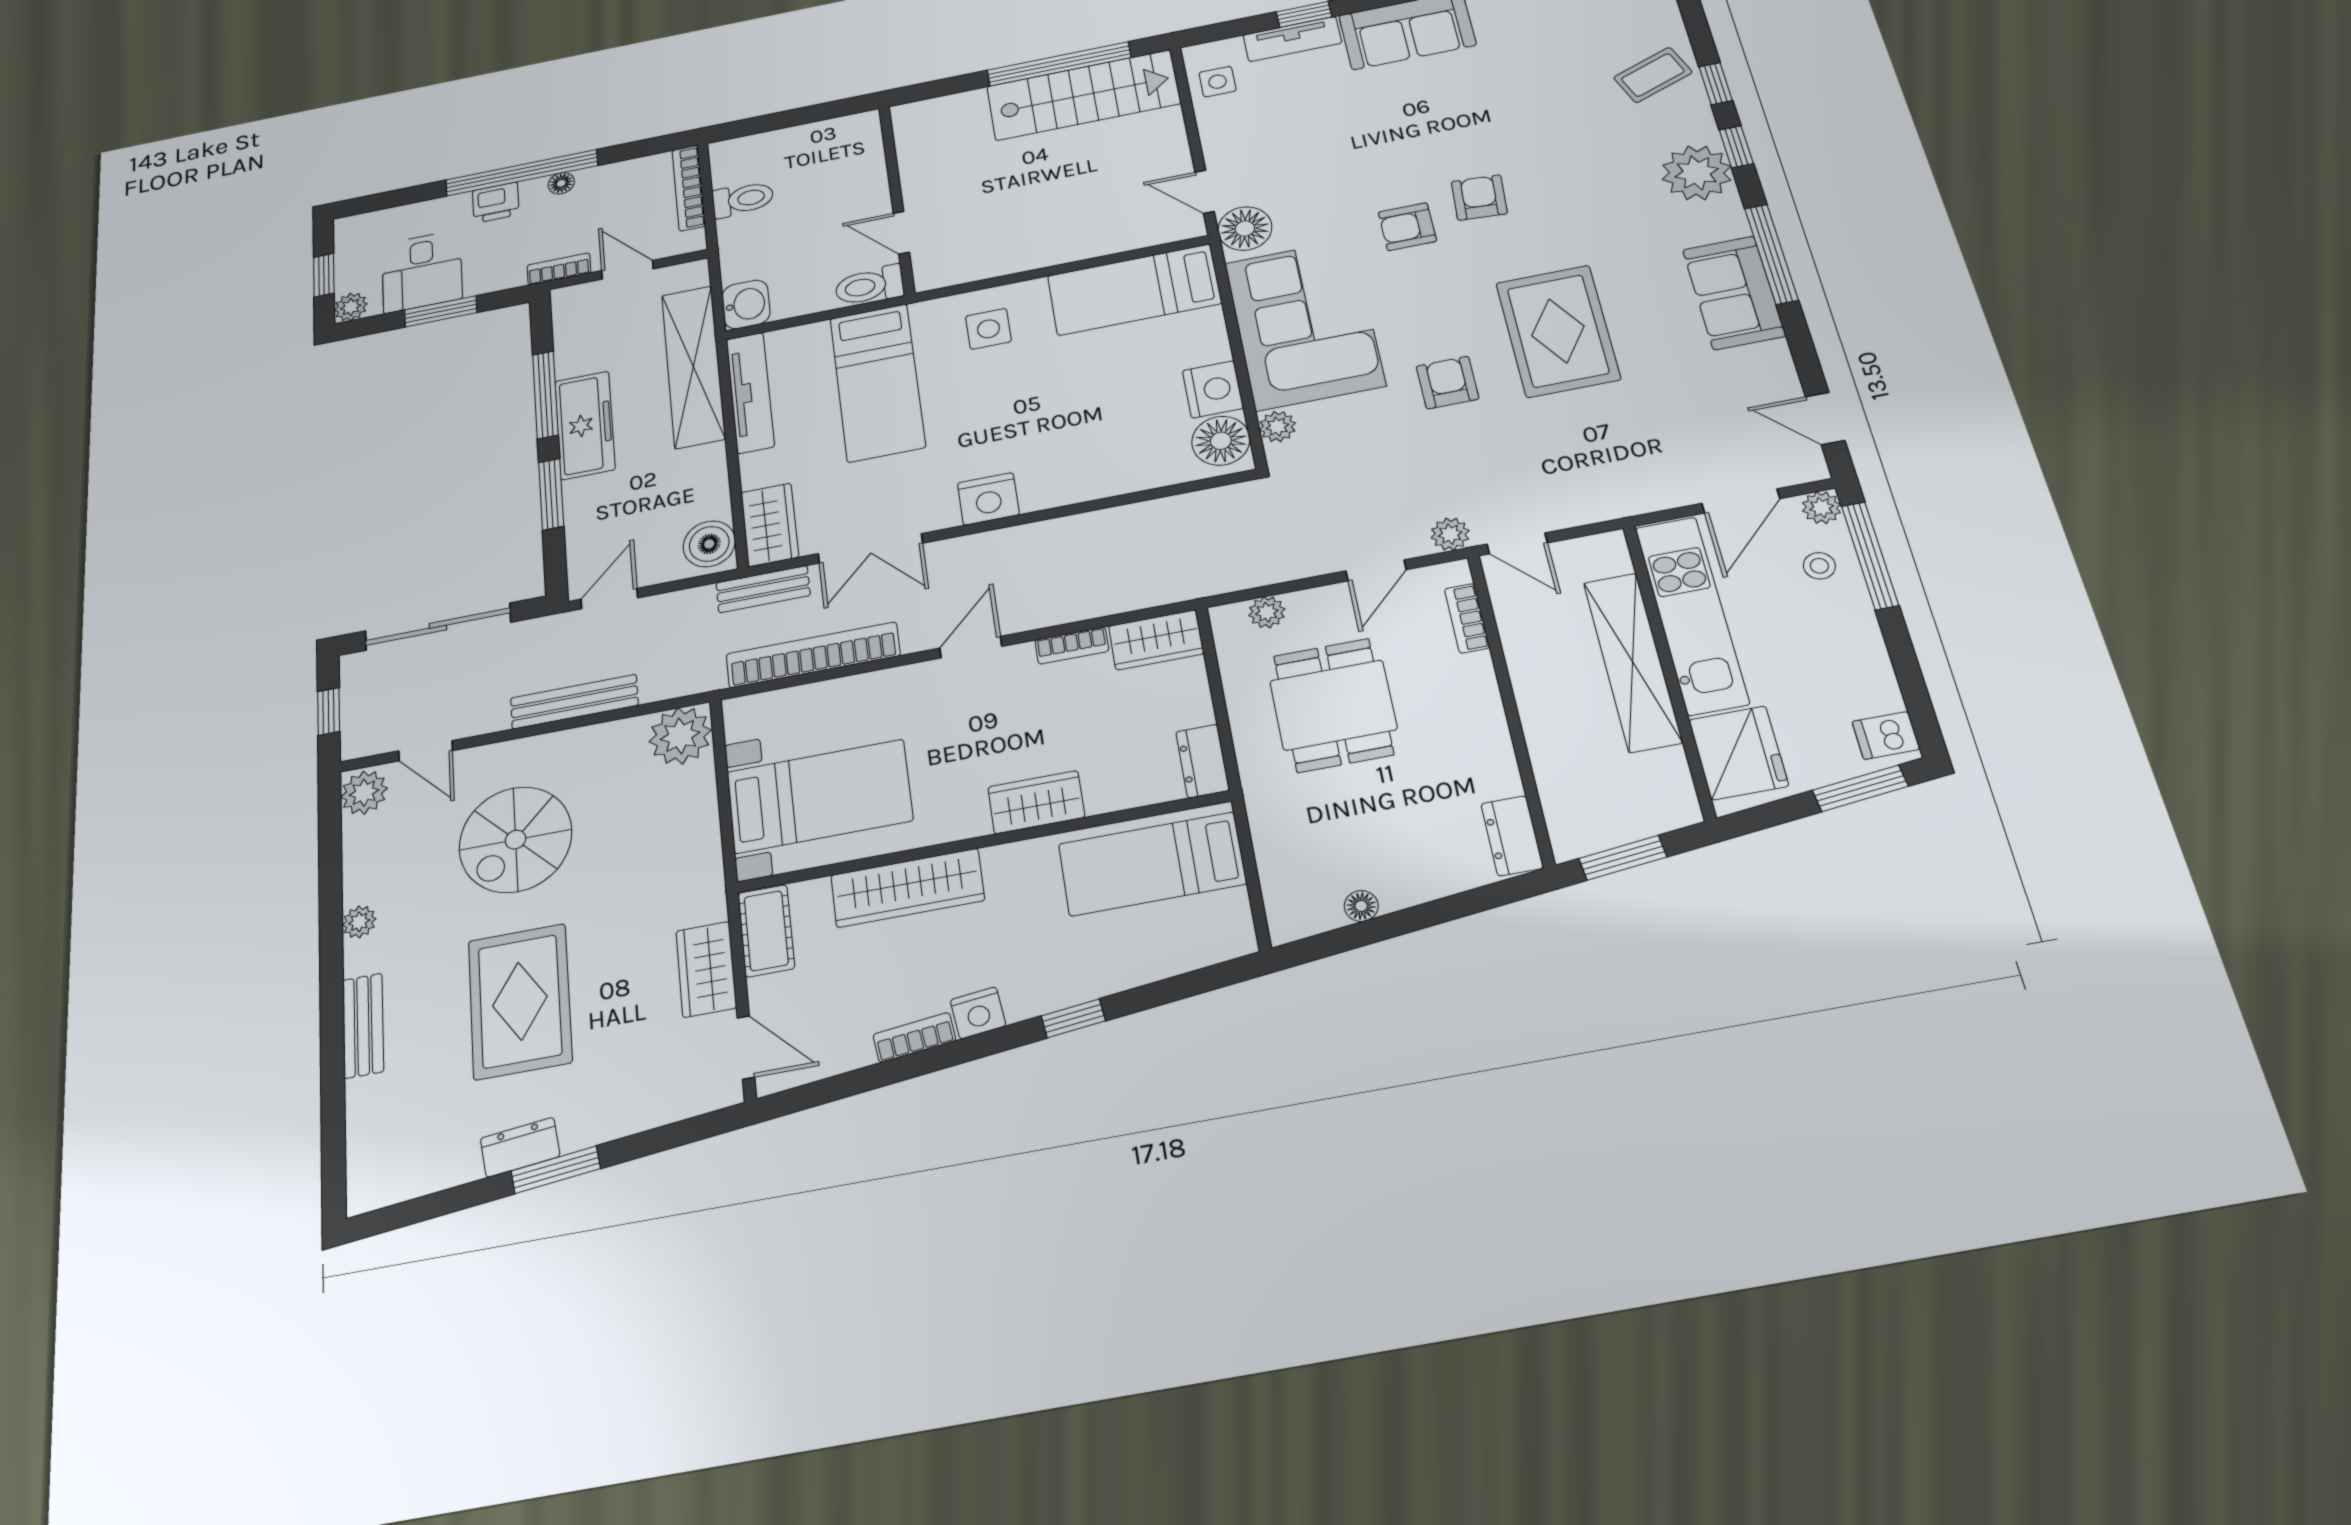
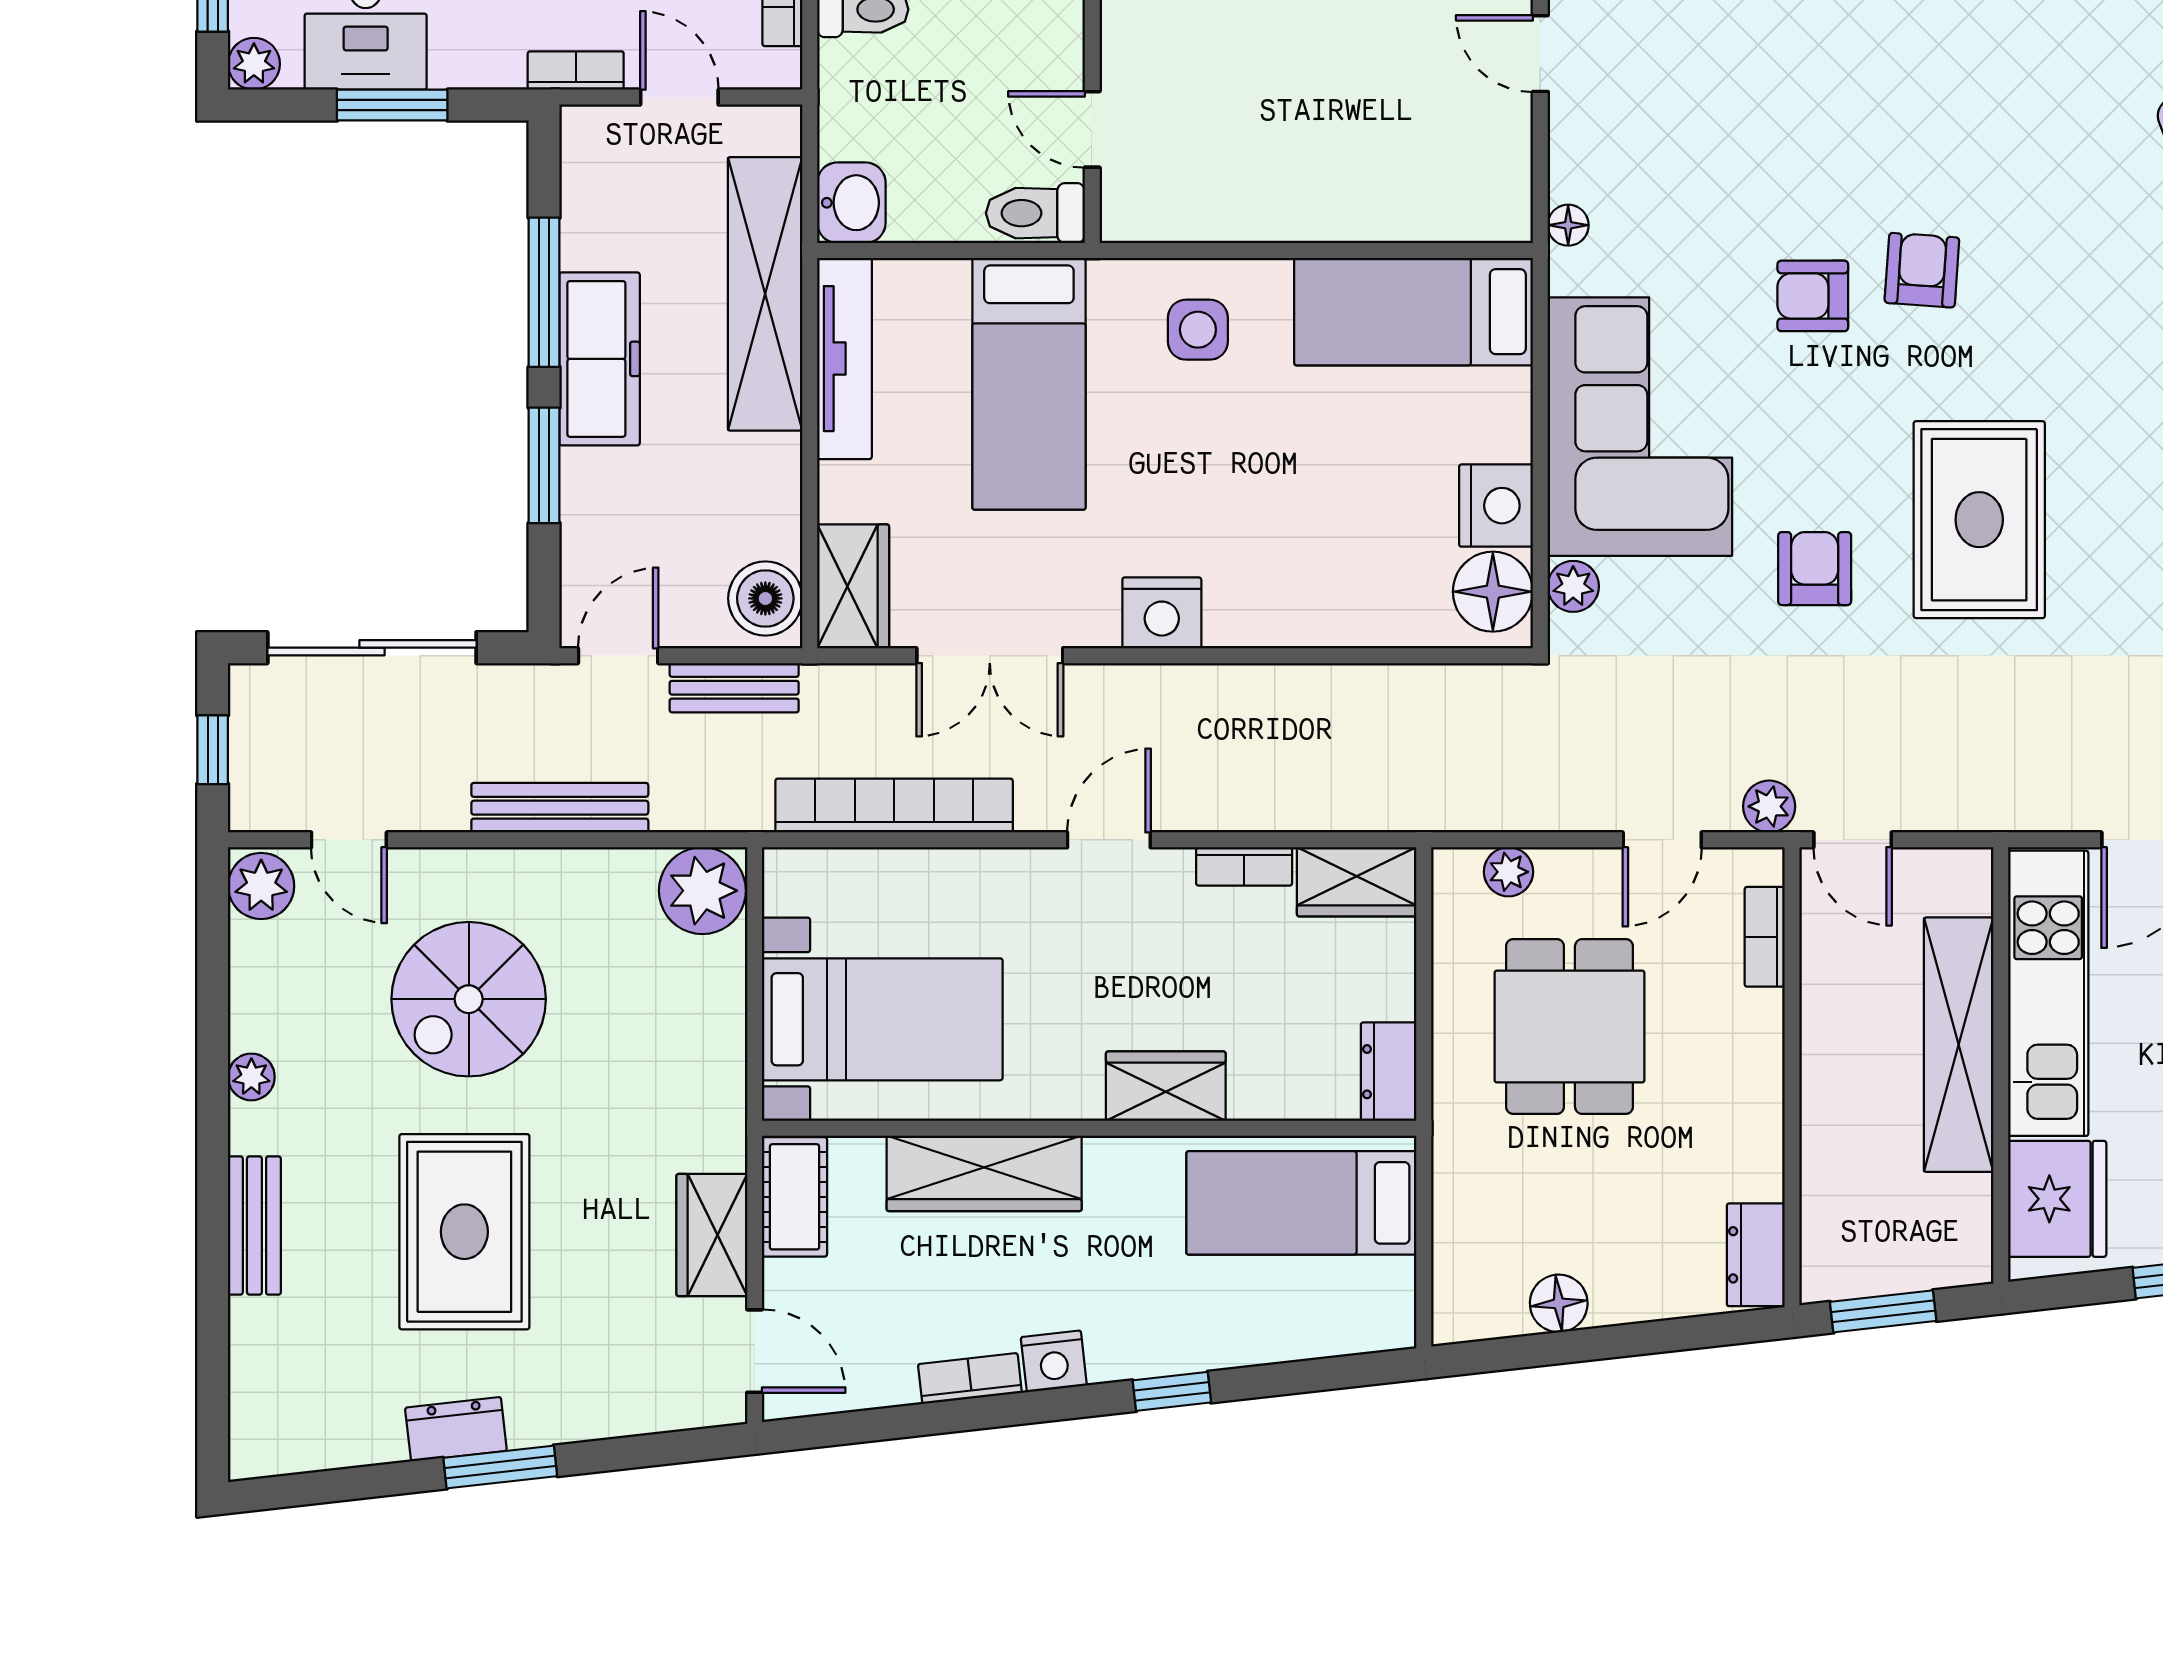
door: (1205, 192) -> (1540, 54), moved
floor lamp: (1245, 229) -> (1568, 225), width x0.53, depth x0.53
bench: (763, 589) -> (734, 688), moved
floor lamp: (1361, 906) -> (1559, 1303), width x1.37, depth x1.37

